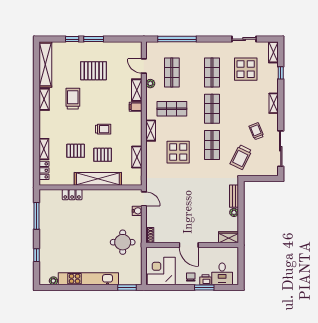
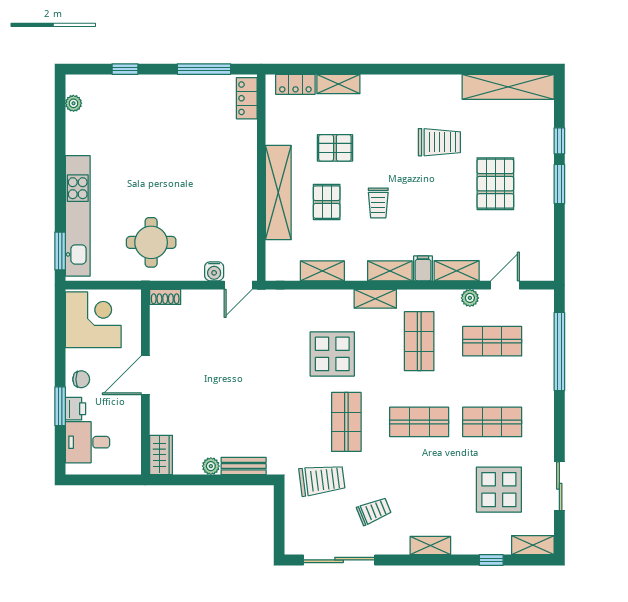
shelving: (44, 99) -> (390, 271), moved
shop shelf: (212, 145) -> (346, 422), turned 90
pallet: (76, 151) -> (335, 148), turned 90
trolley: (241, 157) -> (322, 480), turned 147
locker: (72, 195) -> (247, 98), moved
kitchen unit: (88, 279) -> (78, 216), moved

